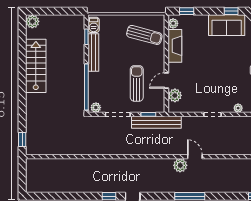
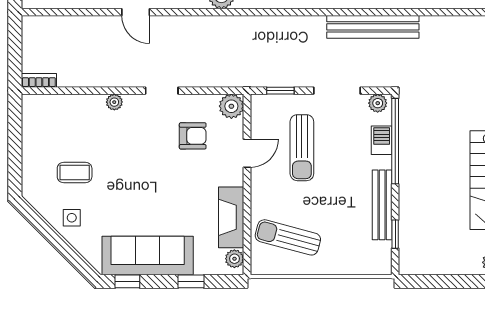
window: (187, 11) -> (191, 281), moved
barbecue: (94, 25) -> (382, 140), moved
sofa: (227, 25) -> (148, 255), width x1.36
armchair: (196, 90) -> (193, 136), added
plant: (175, 95) -> (231, 106), moved
bench: (156, 122) -> (373, 27), moved
door: (195, 157) -> (136, 12), moved

